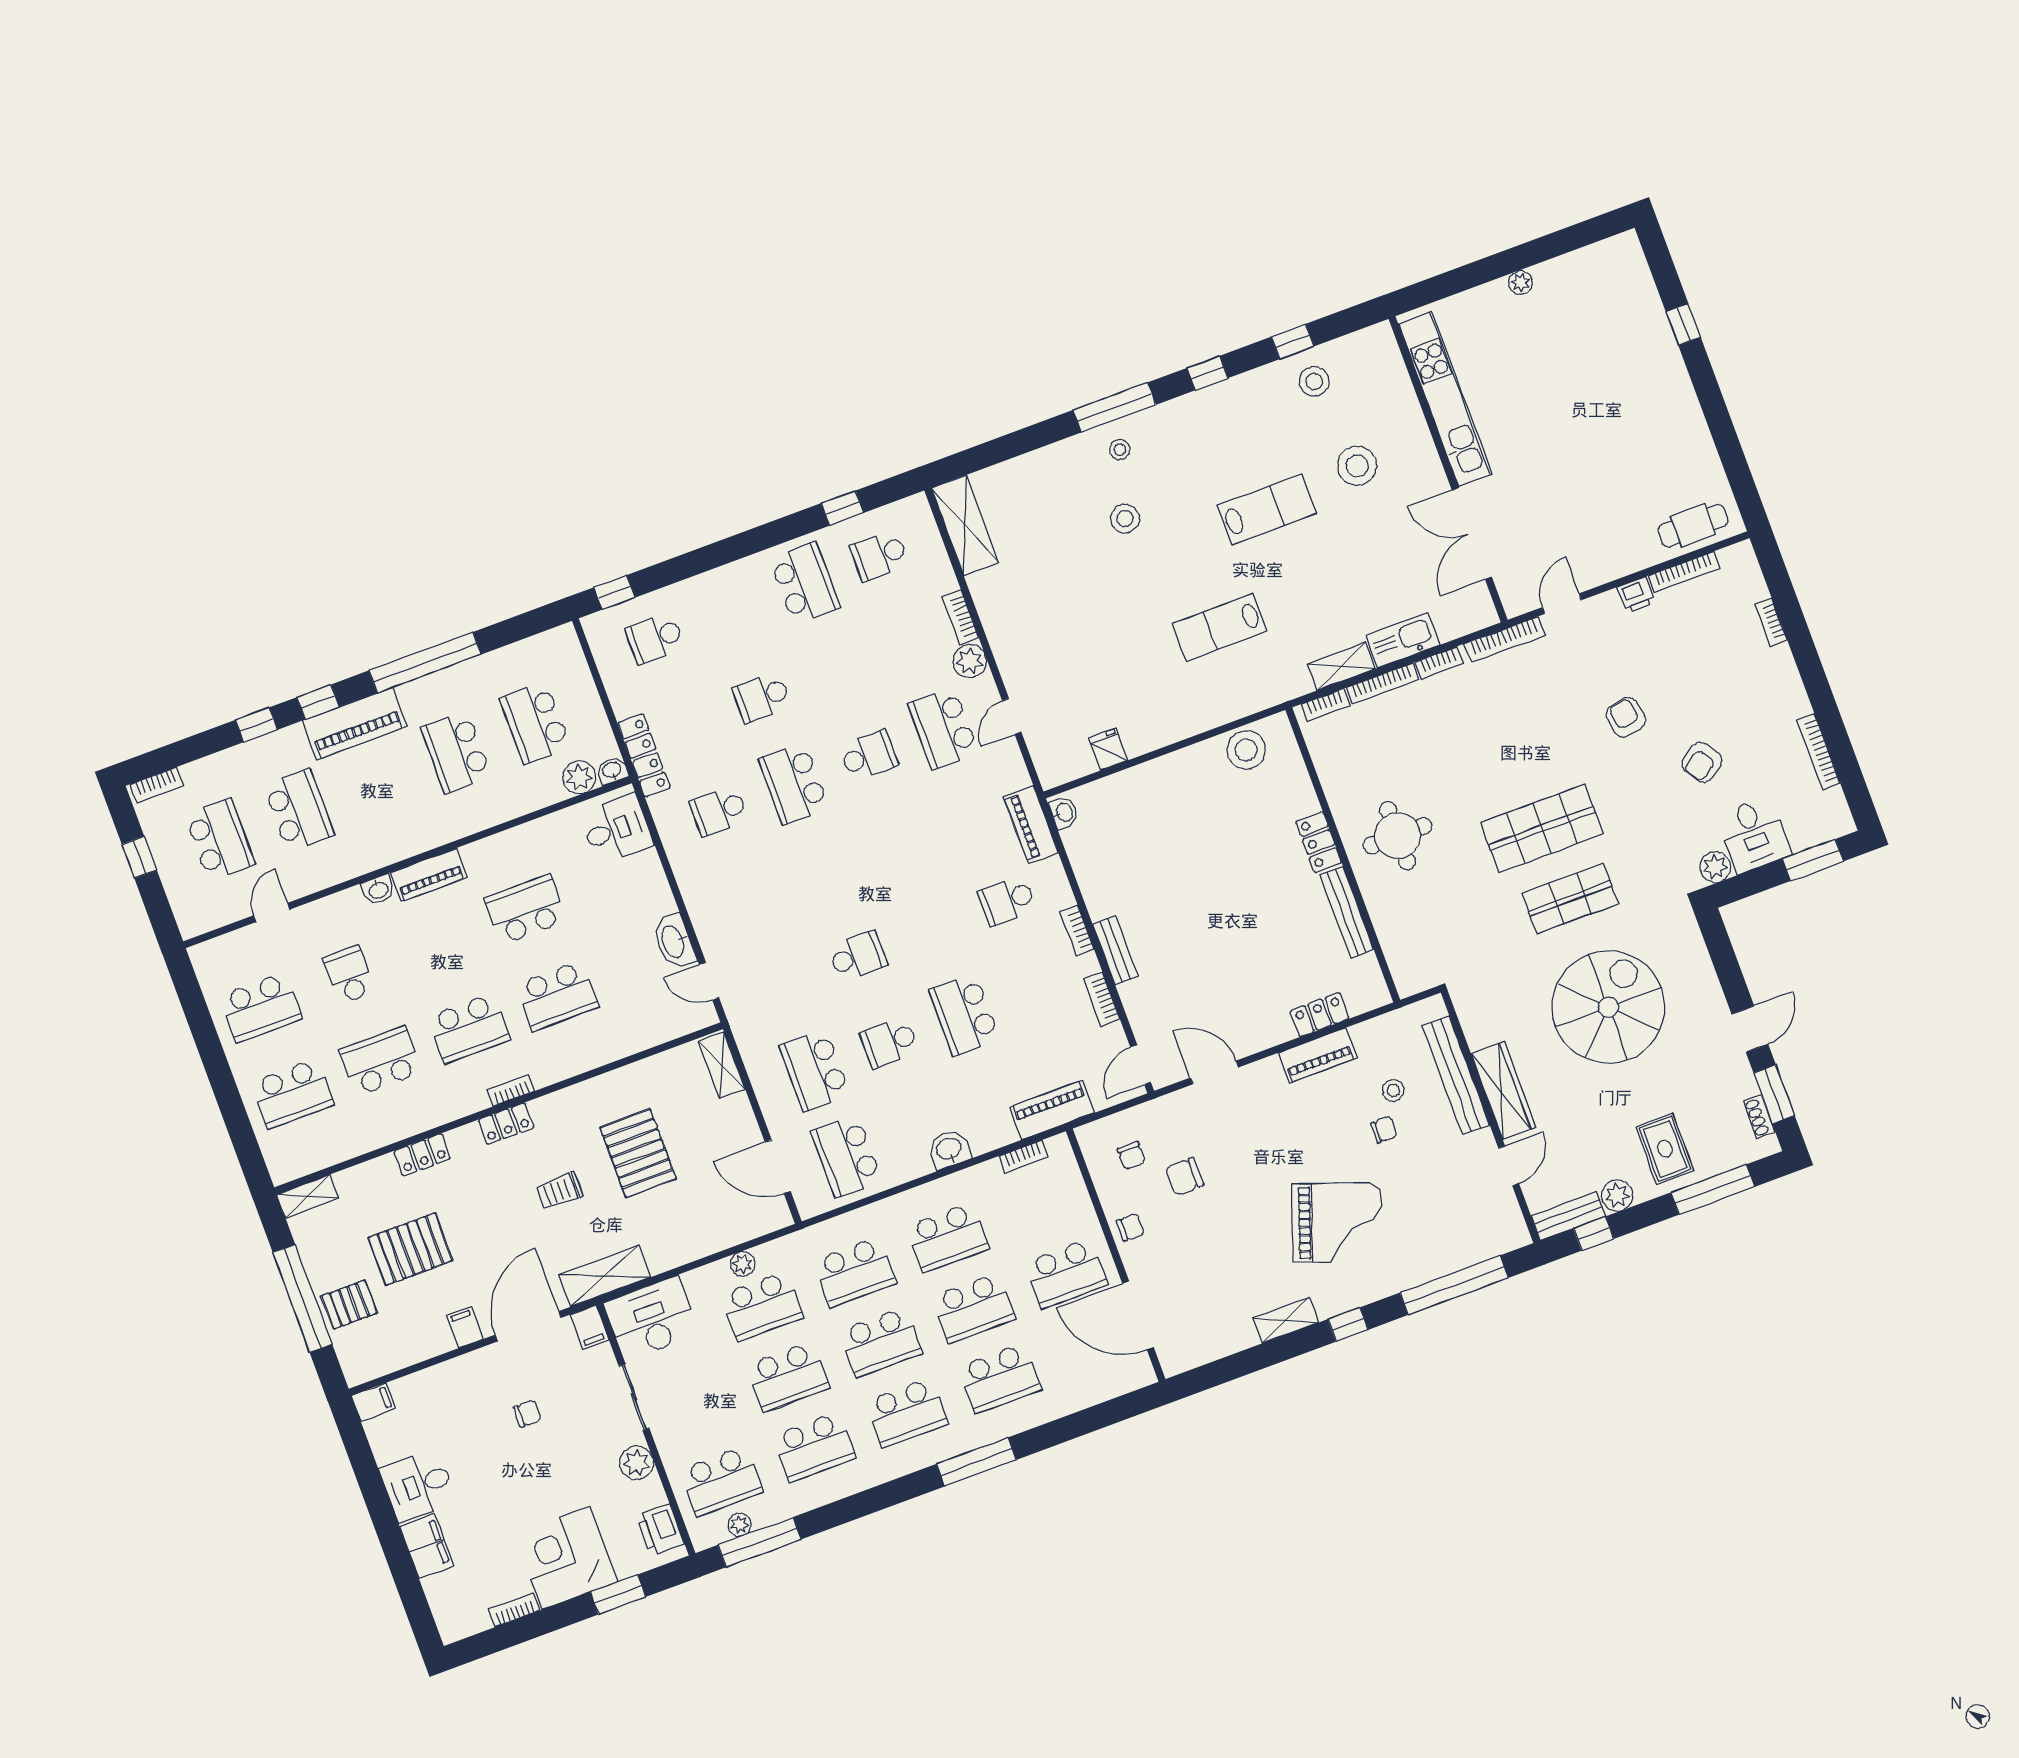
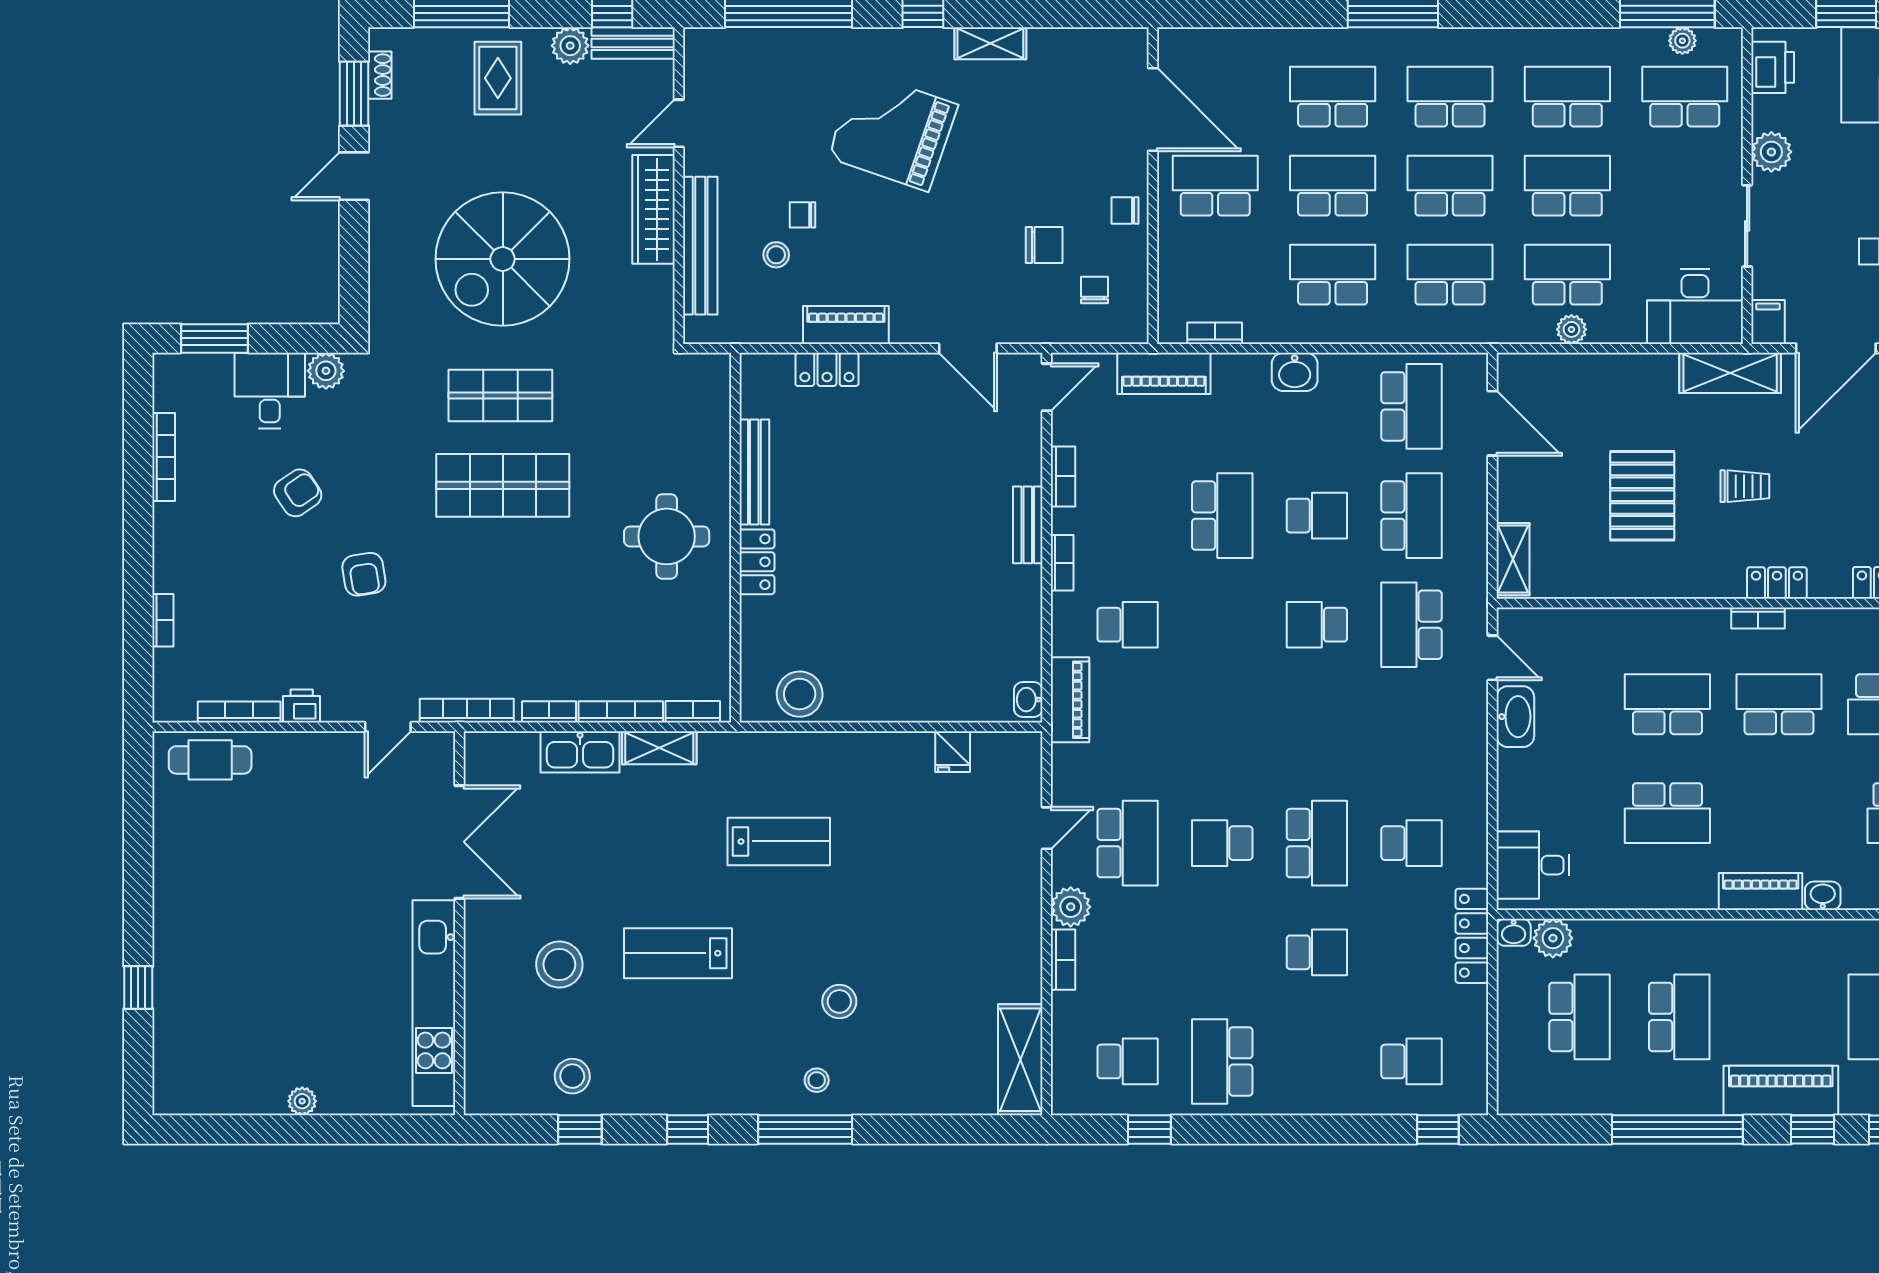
school desk: (783, 984) -> (1411, 625), added

